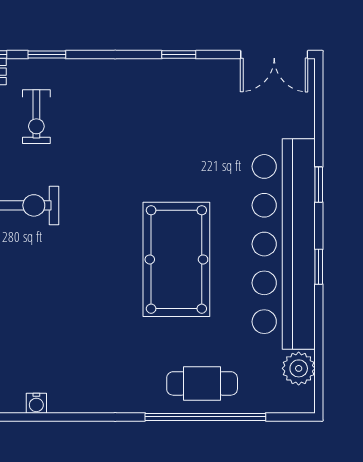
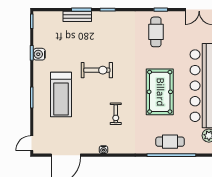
cafe table: (167, 110) -> (156, 32), added
exercise bike: (36, 117) -> (116, 114), moved

